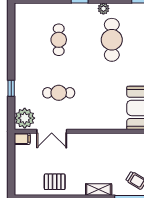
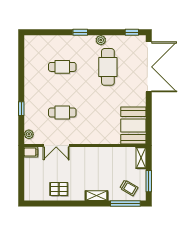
cafe table: (59, 40) -> (62, 67), turned 90
plant: (25, 118) -> (29, 134), width x0.53, depth x0.53

